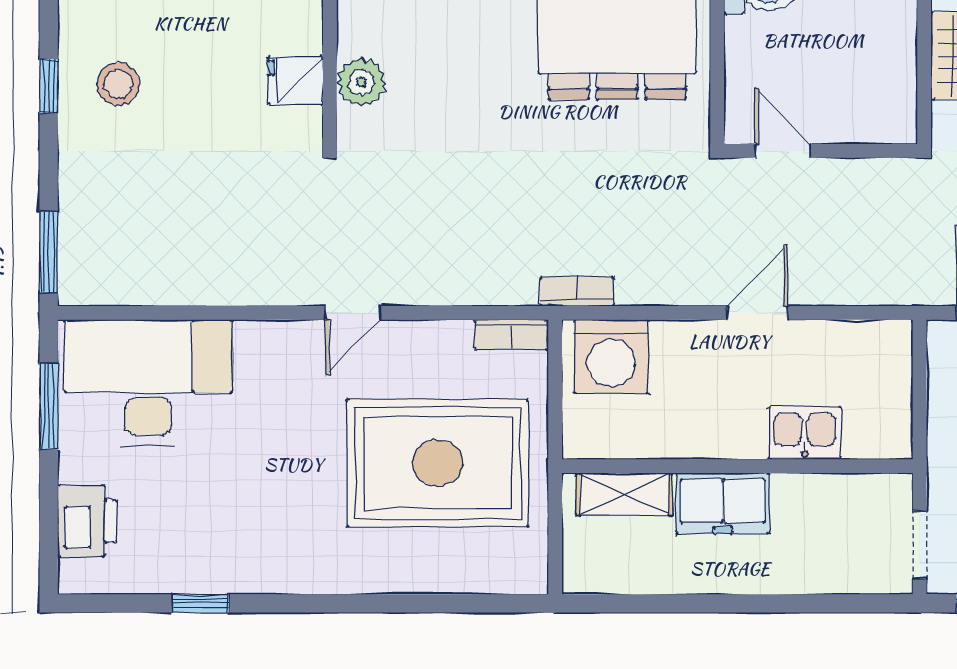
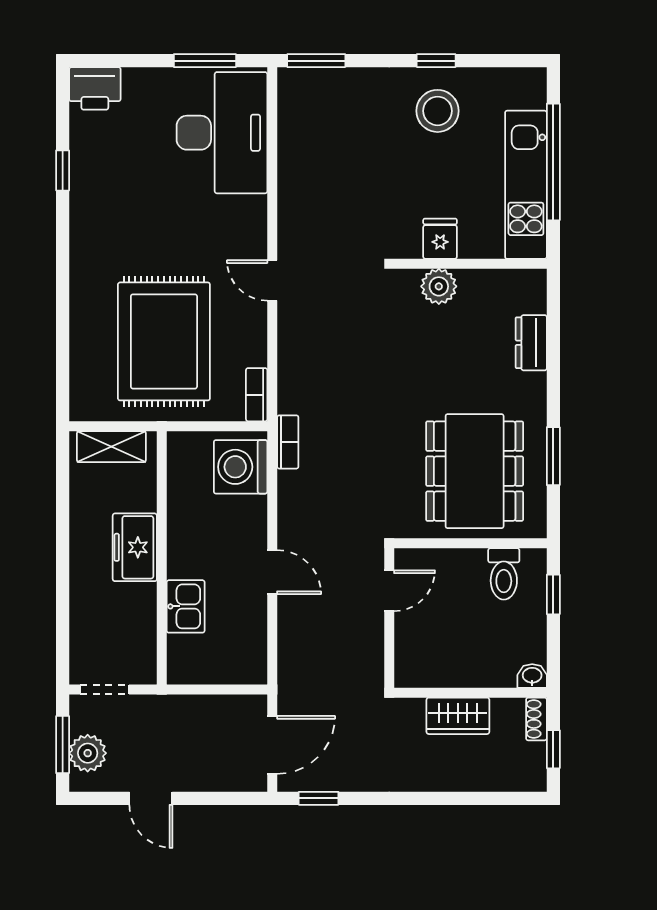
stool: (118, 84) -> (438, 111), width x1.38, depth x1.38
shelving: (624, 494) -> (111, 447), moved, turned 90
printer: (87, 521) -> (95, 88), moved

